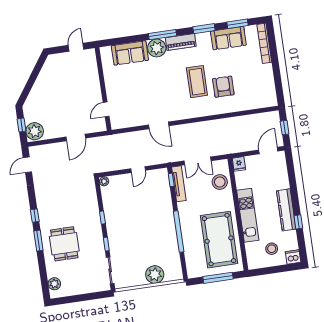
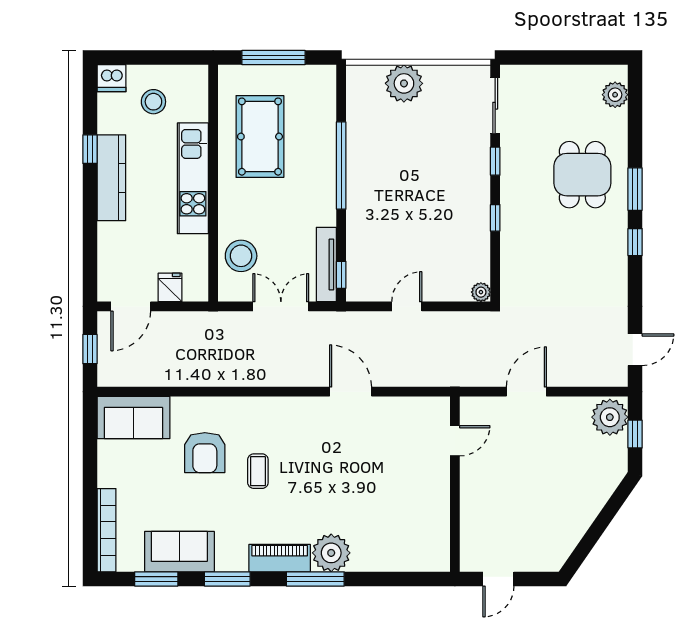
sofa: (130, 53) -> (133, 417), moved, turned 180
coffee table: (197, 82) -> (258, 471), width x0.54, depth x0.58
fridge: (239, 164) -> (170, 287), moved
pool table: (219, 240) -> (260, 137), width x0.73, depth x0.76

